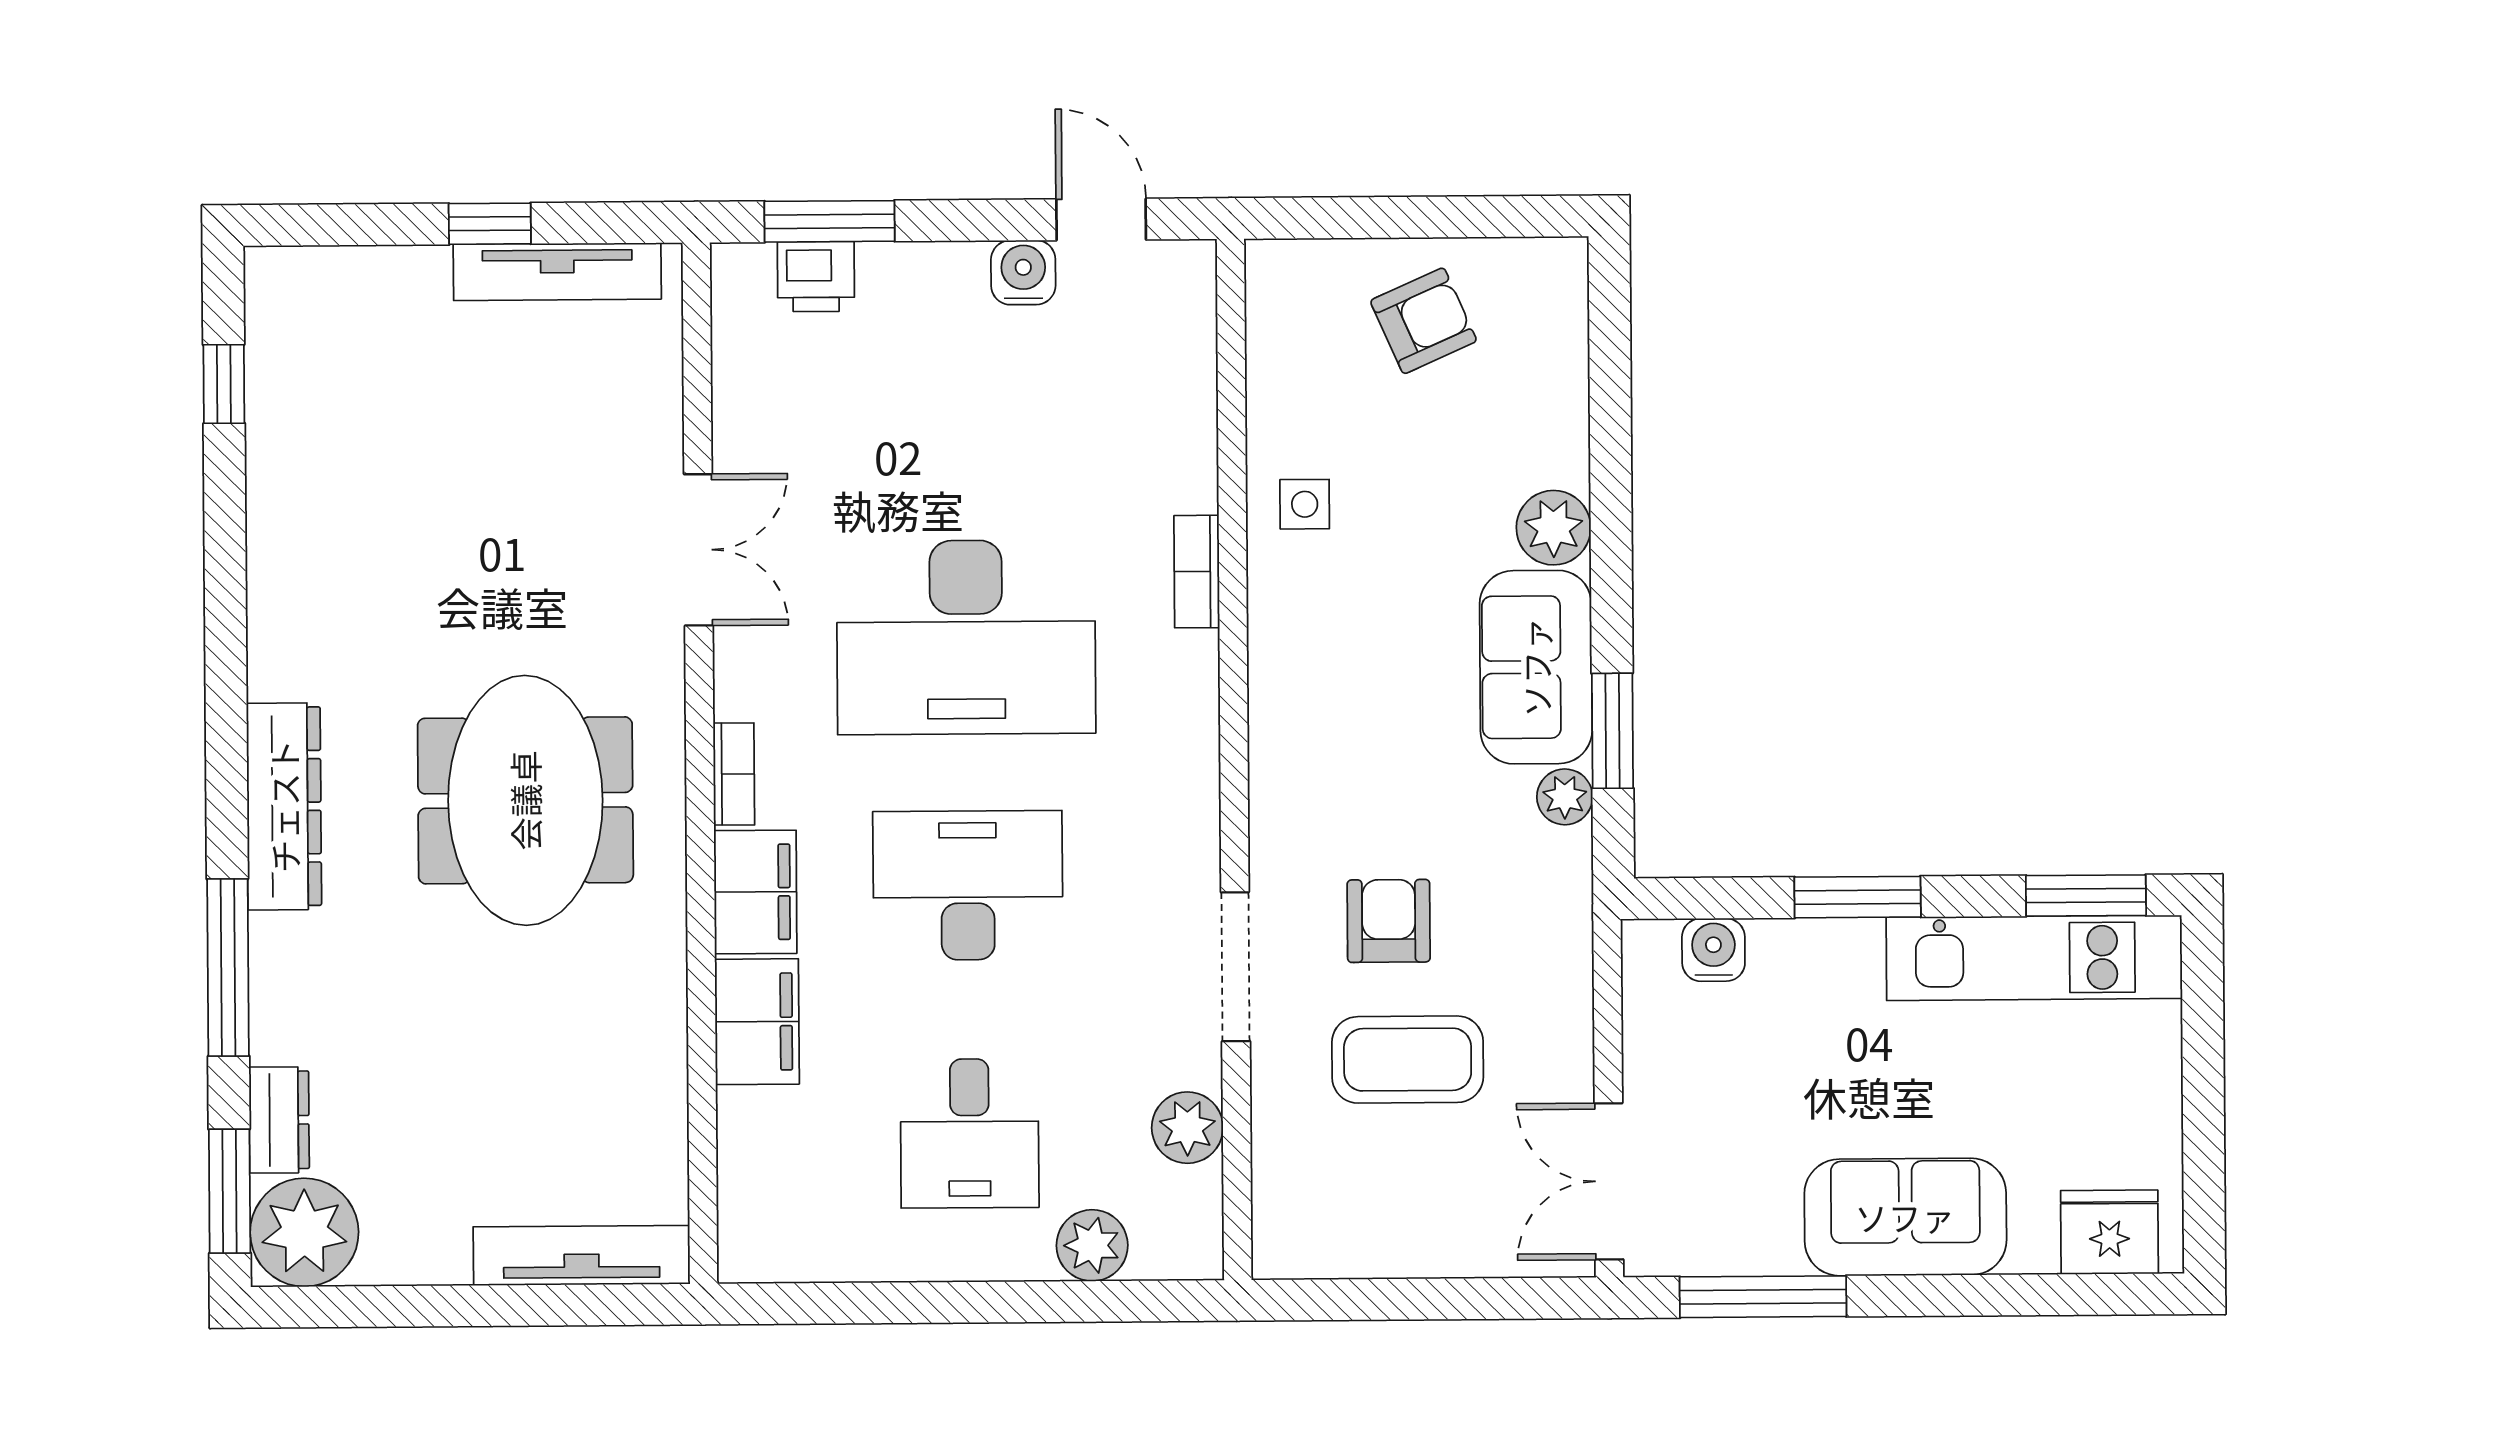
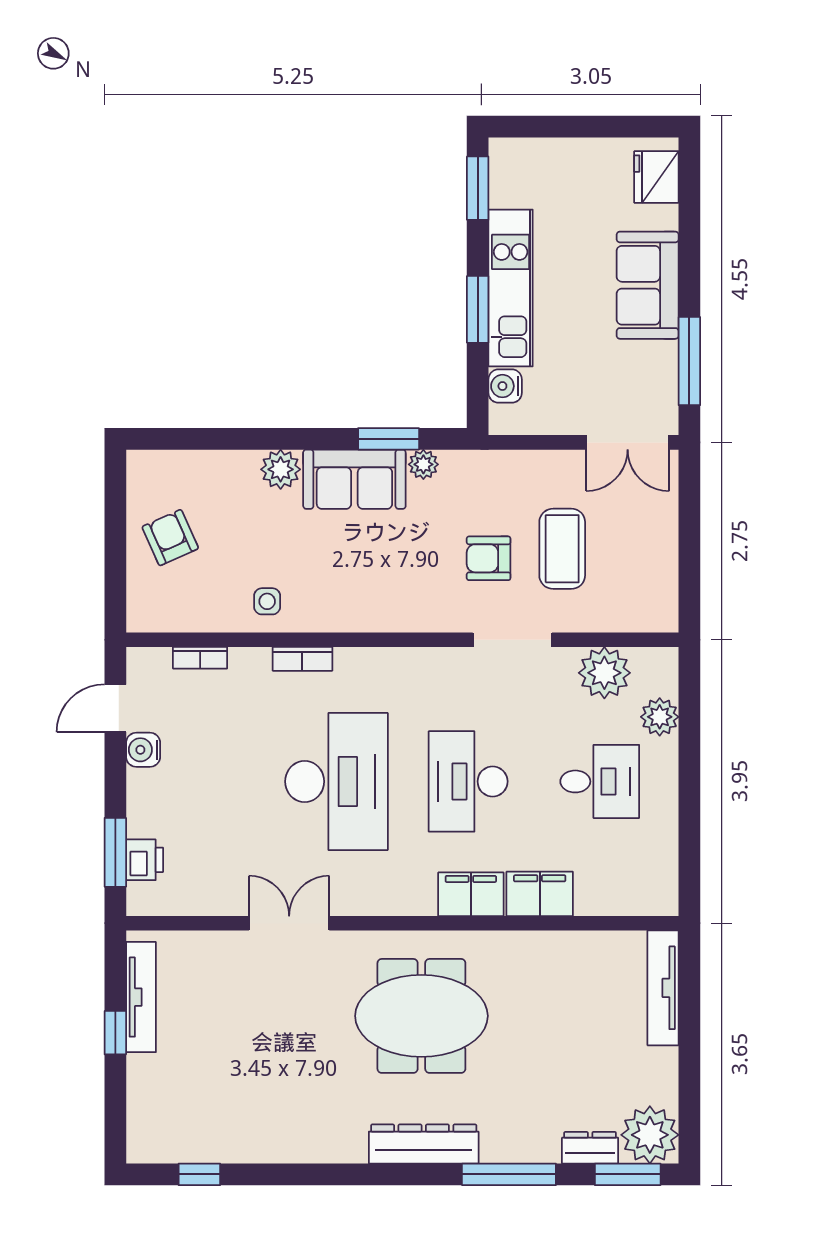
bookcase: (734, 774) -> (200, 658), moved, turned 180
kitchen unit: (2034, 958) -> (511, 288), moved
plant: (1187, 1128) -> (604, 673), width x1.36, depth x1.36

